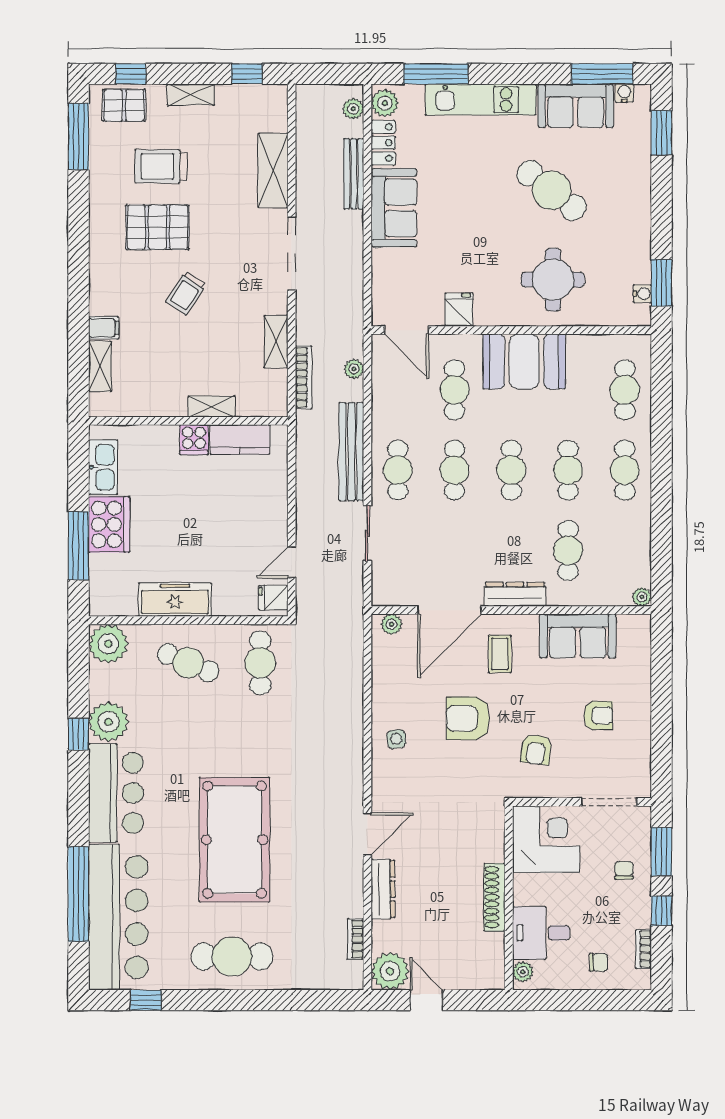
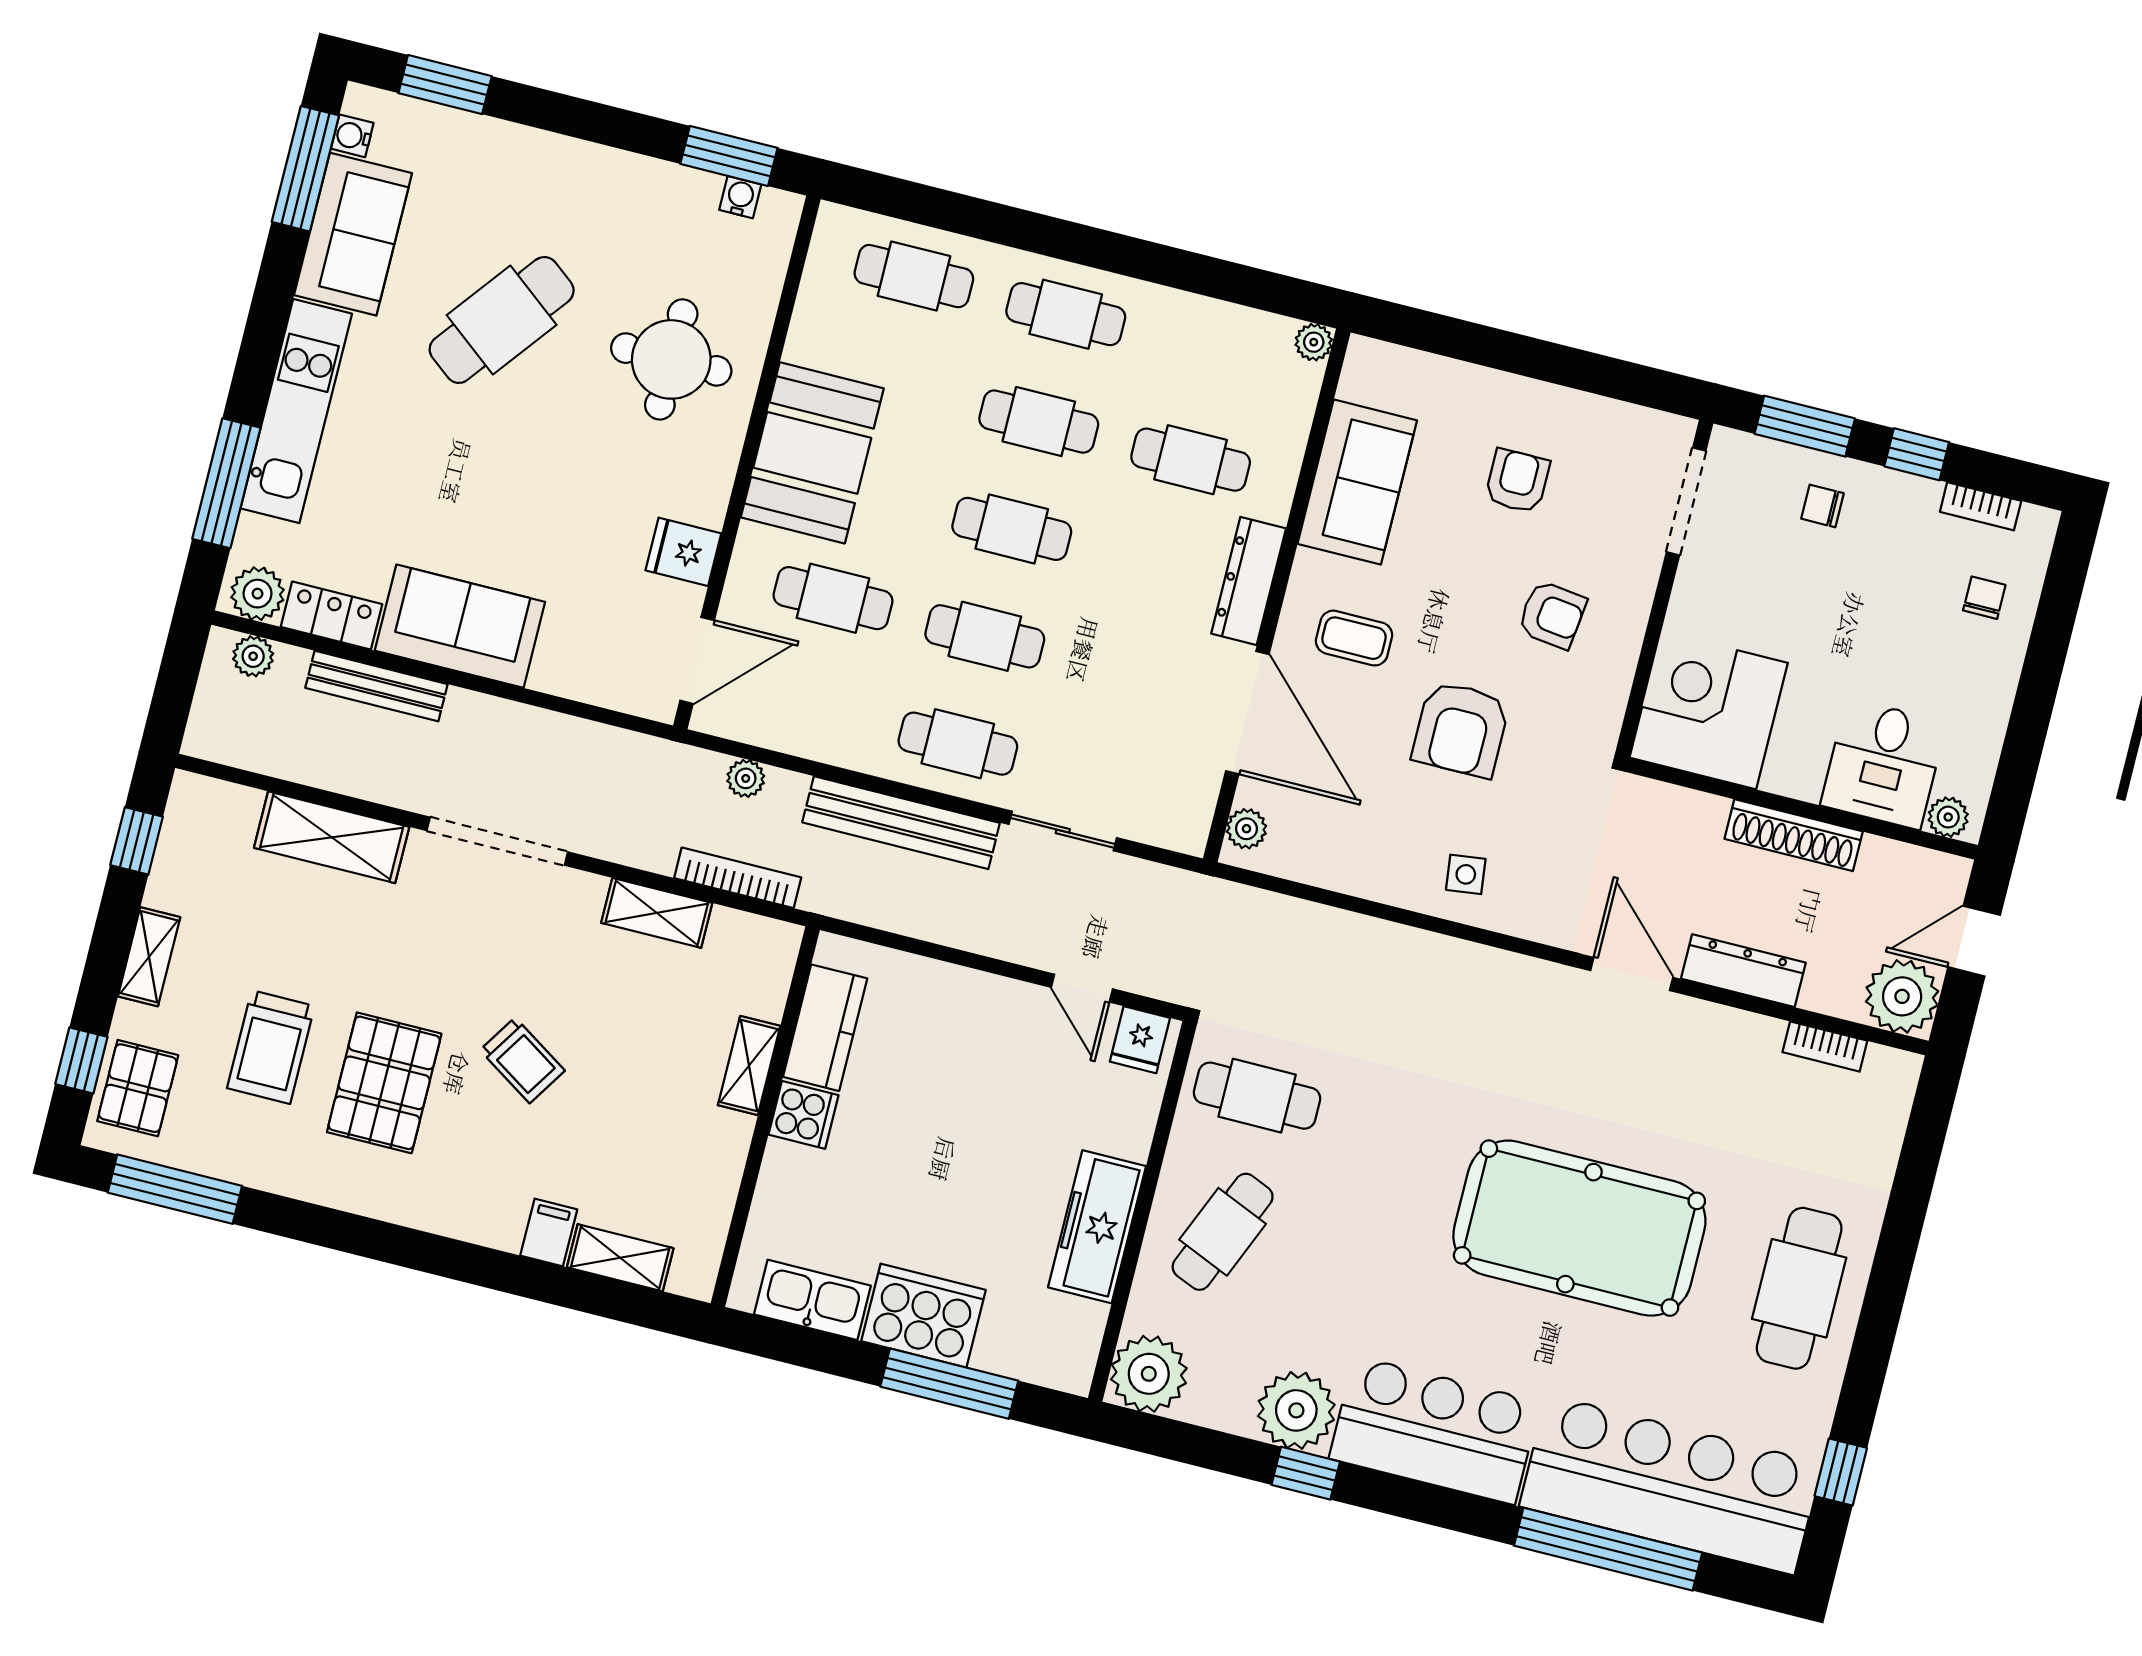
corner desk: (546, 839) -> (1709, 710), moved
shoe rack: (494, 897) -> (1794, 835), moved
wall: (509, 898) -> (1802, 809), moved
desk: (541, 933) -> (1883, 764), moved
plant: (523, 972) -> (1948, 817), moved

